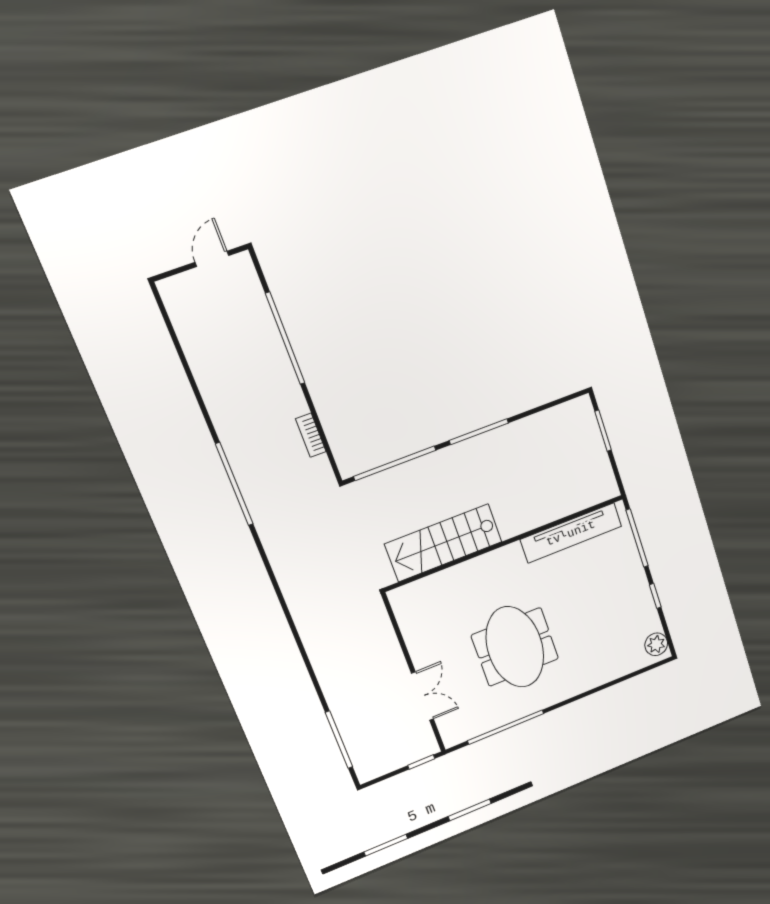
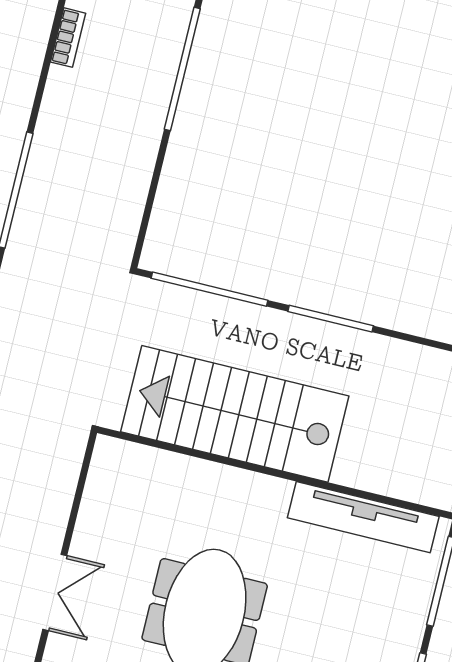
bookcase: (311, 435) -> (68, 38), moved, turned 180
stairs: (444, 543) -> (235, 414), width x1.36, depth x1.51

